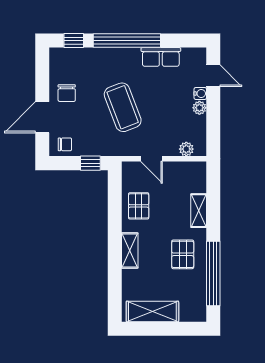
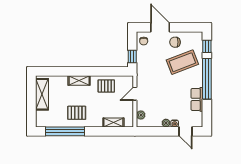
door: (213, 76) -> (185, 131), hinge flipped
coffee table: (123, 107) -> (182, 62), moved
shelving: (199, 211) -> (113, 122), moved

